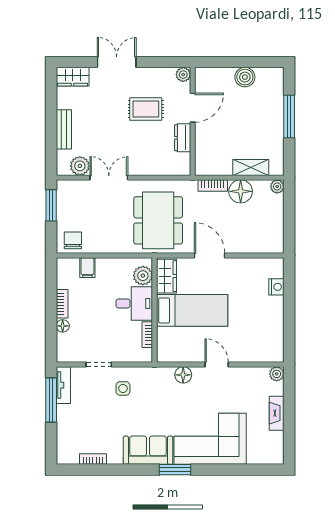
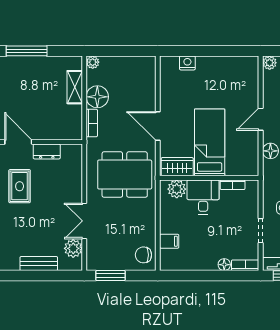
door: (210, 255) -> (158, 126), hinge flipped
bookcase: (62, 304) -> (245, 265), moved

